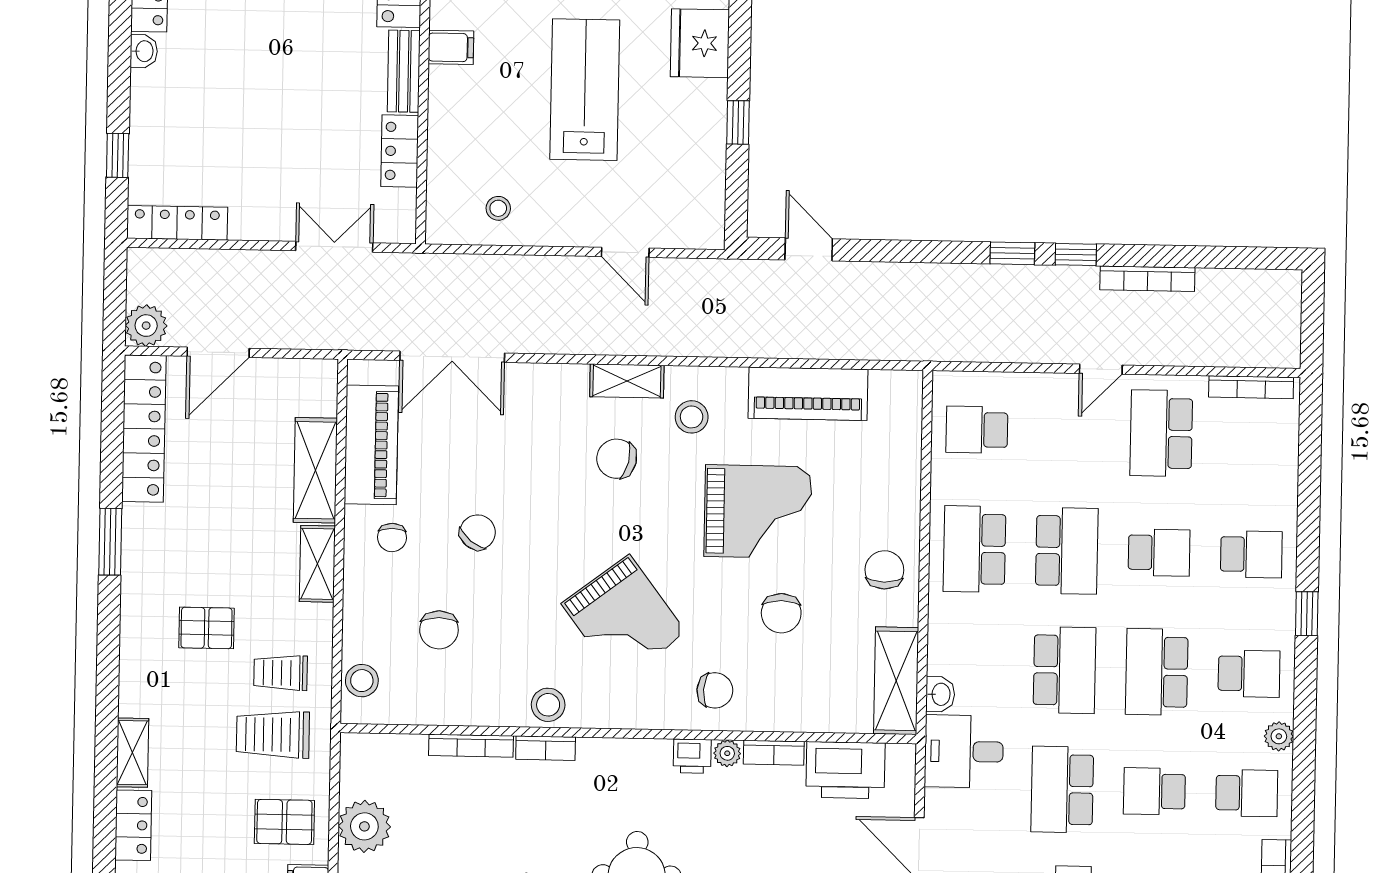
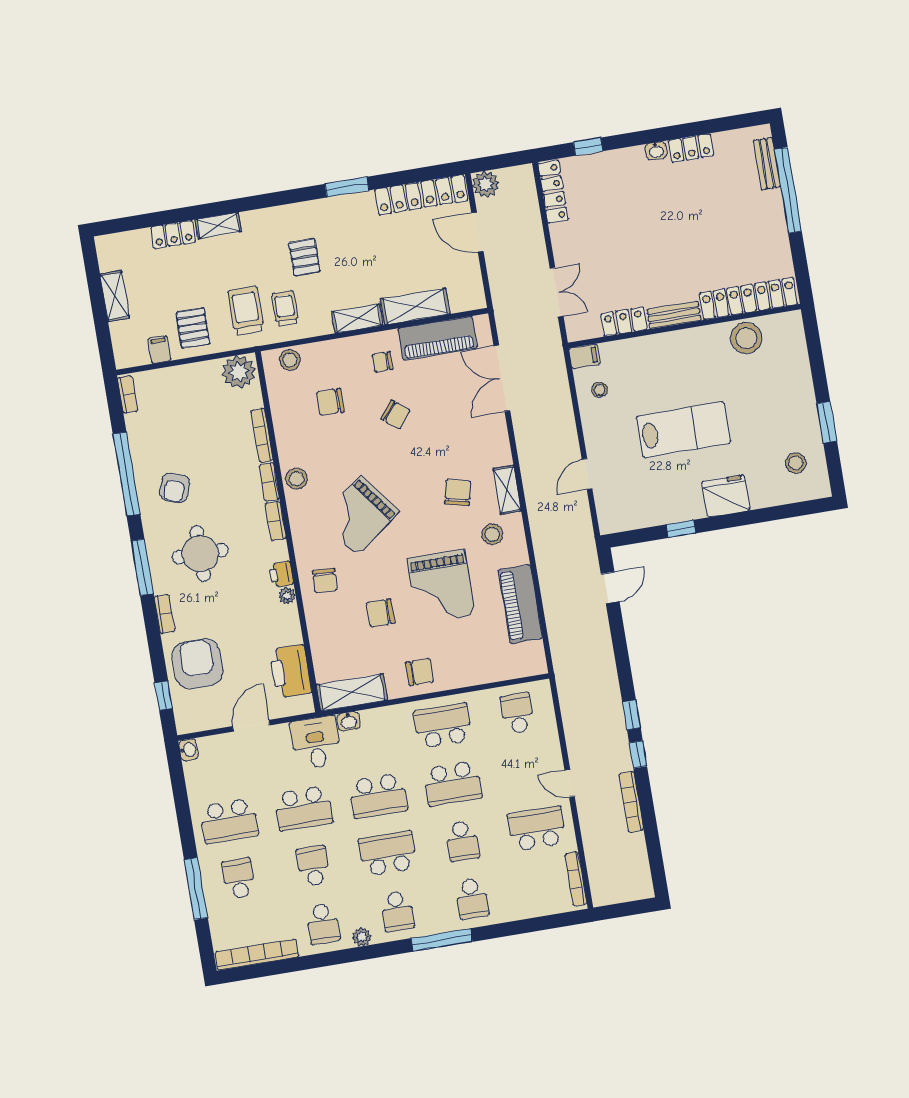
filing cabinet: (451, 47) -> (584, 356), moved, turned -90
window: (1307, 614) -> (442, 940), width x2.17
bookcase: (774, 753) -> (276, 521), moved
school desk: (1062, 789) -> (304, 808), turned 180
plant: (364, 826) -> (239, 372), moved

